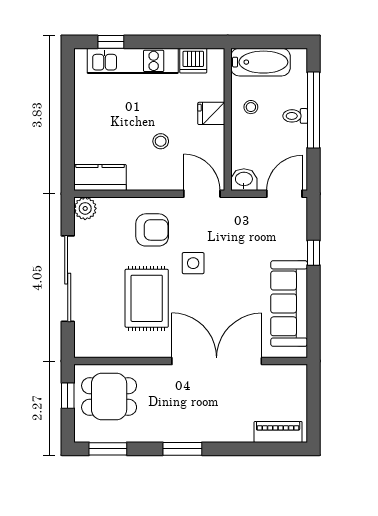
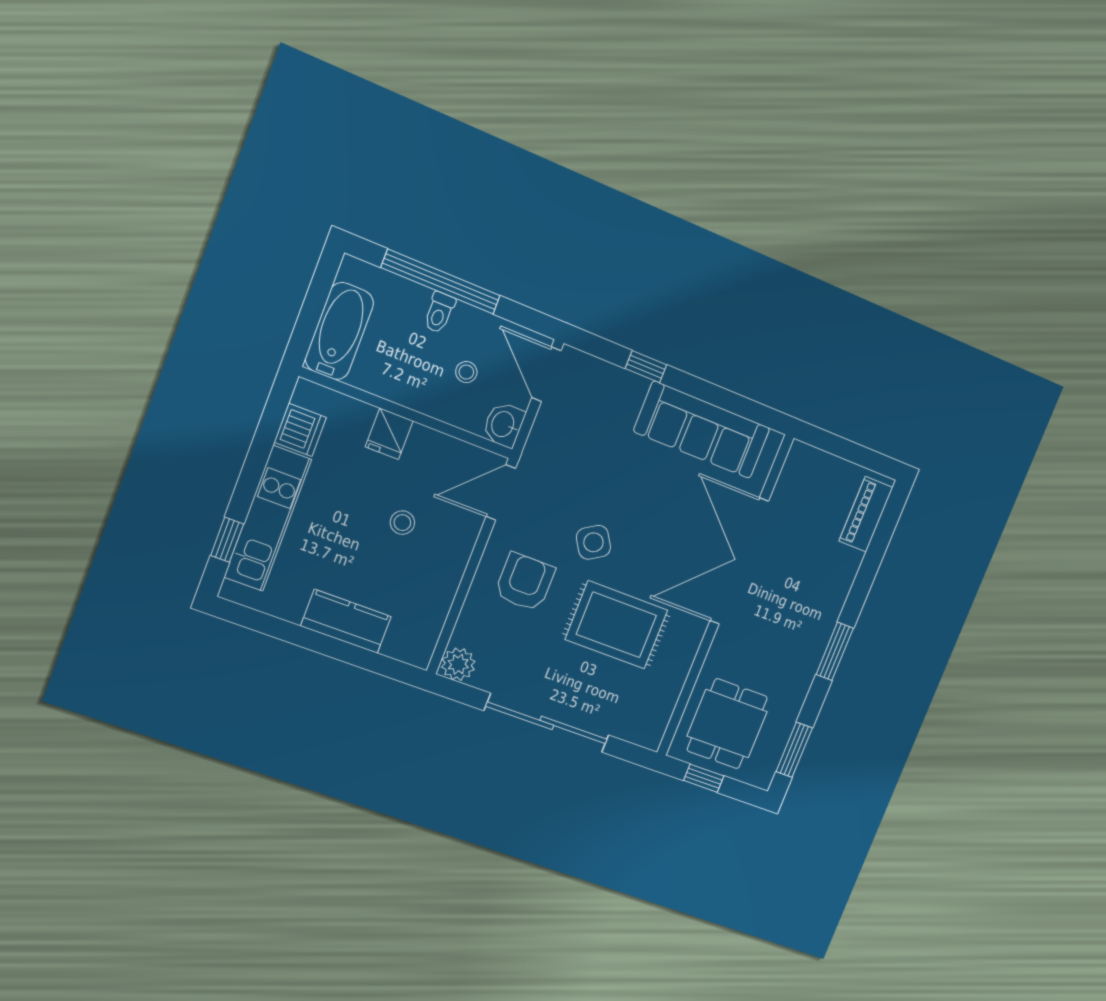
stool: (251, 107) -> (466, 372), moved
kitchen counter: (100, 178) -> (346, 621), moved, turned 90
side table: (193, 263) -> (593, 542), turned -32

